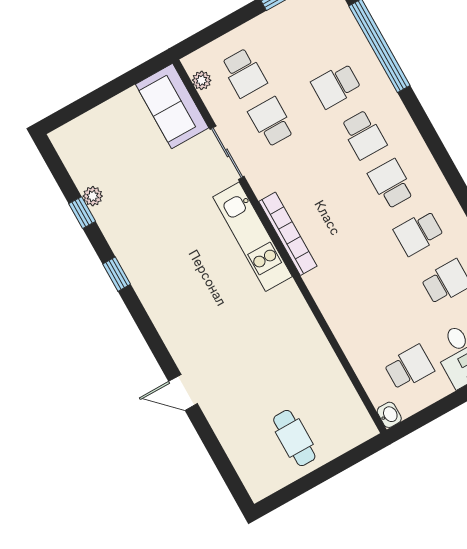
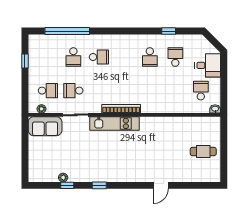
school desk: (391, 184) -> (124, 57), removed

